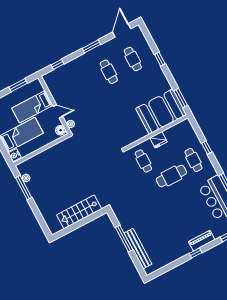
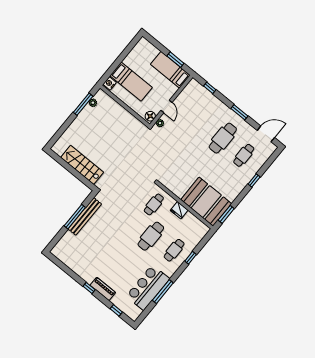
cafe table: (109, 72) -> (223, 138), width x1.37, depth x1.35
bed: (32, 107) -> (170, 70), moved
cafe table: (171, 176) -> (151, 236), turned 90
bench: (138, 249) -> (85, 216), moved

